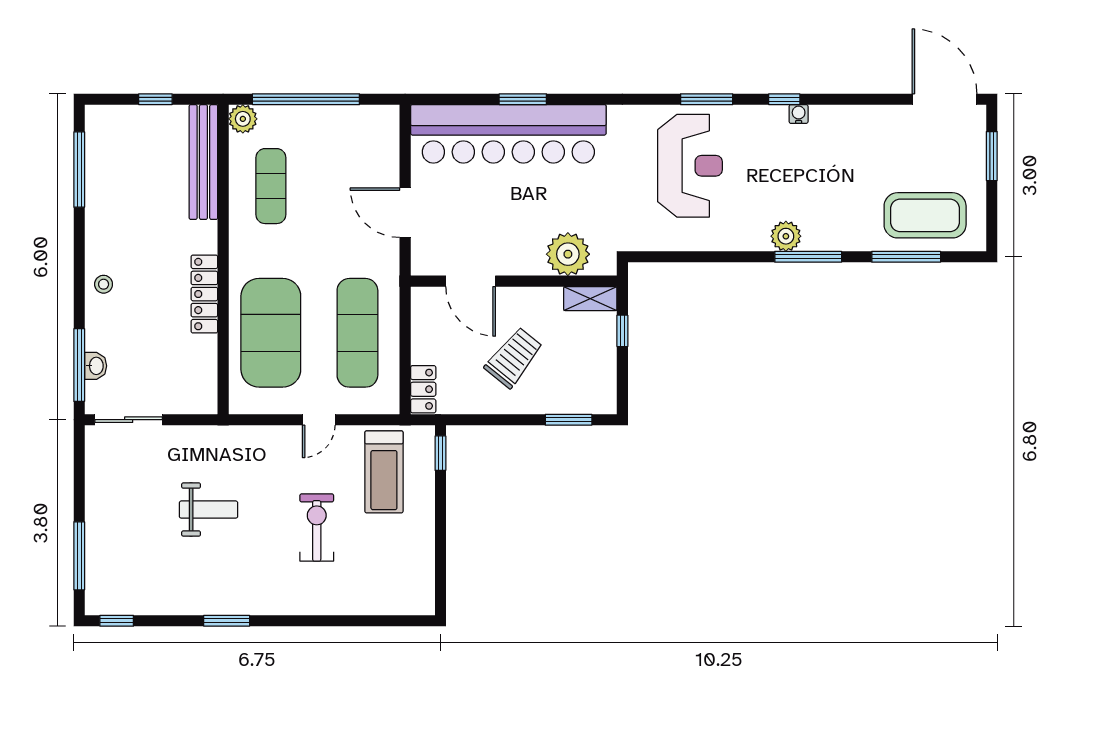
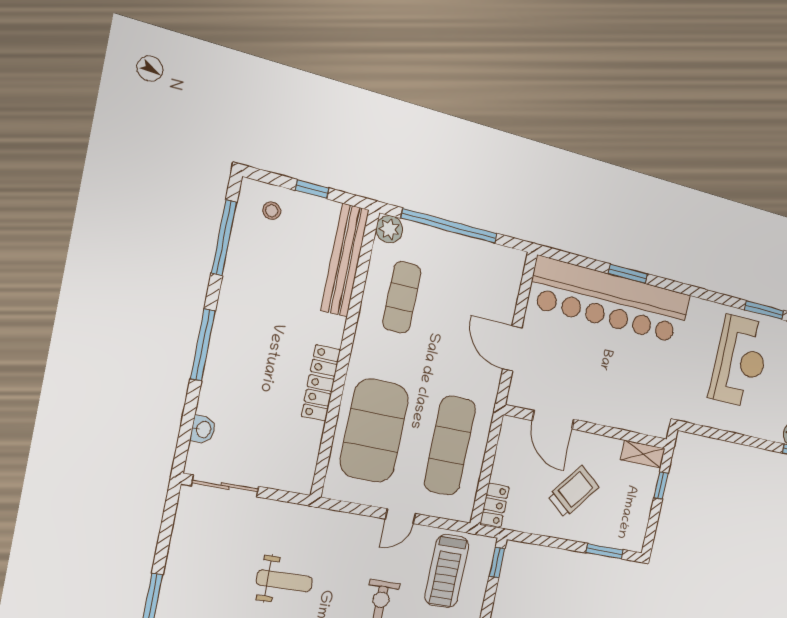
plant: (568, 254) -> (634, 413), removed
stool: (104, 284) -> (272, 211), moved
window: (79, 365) -> (203, 345), moved

